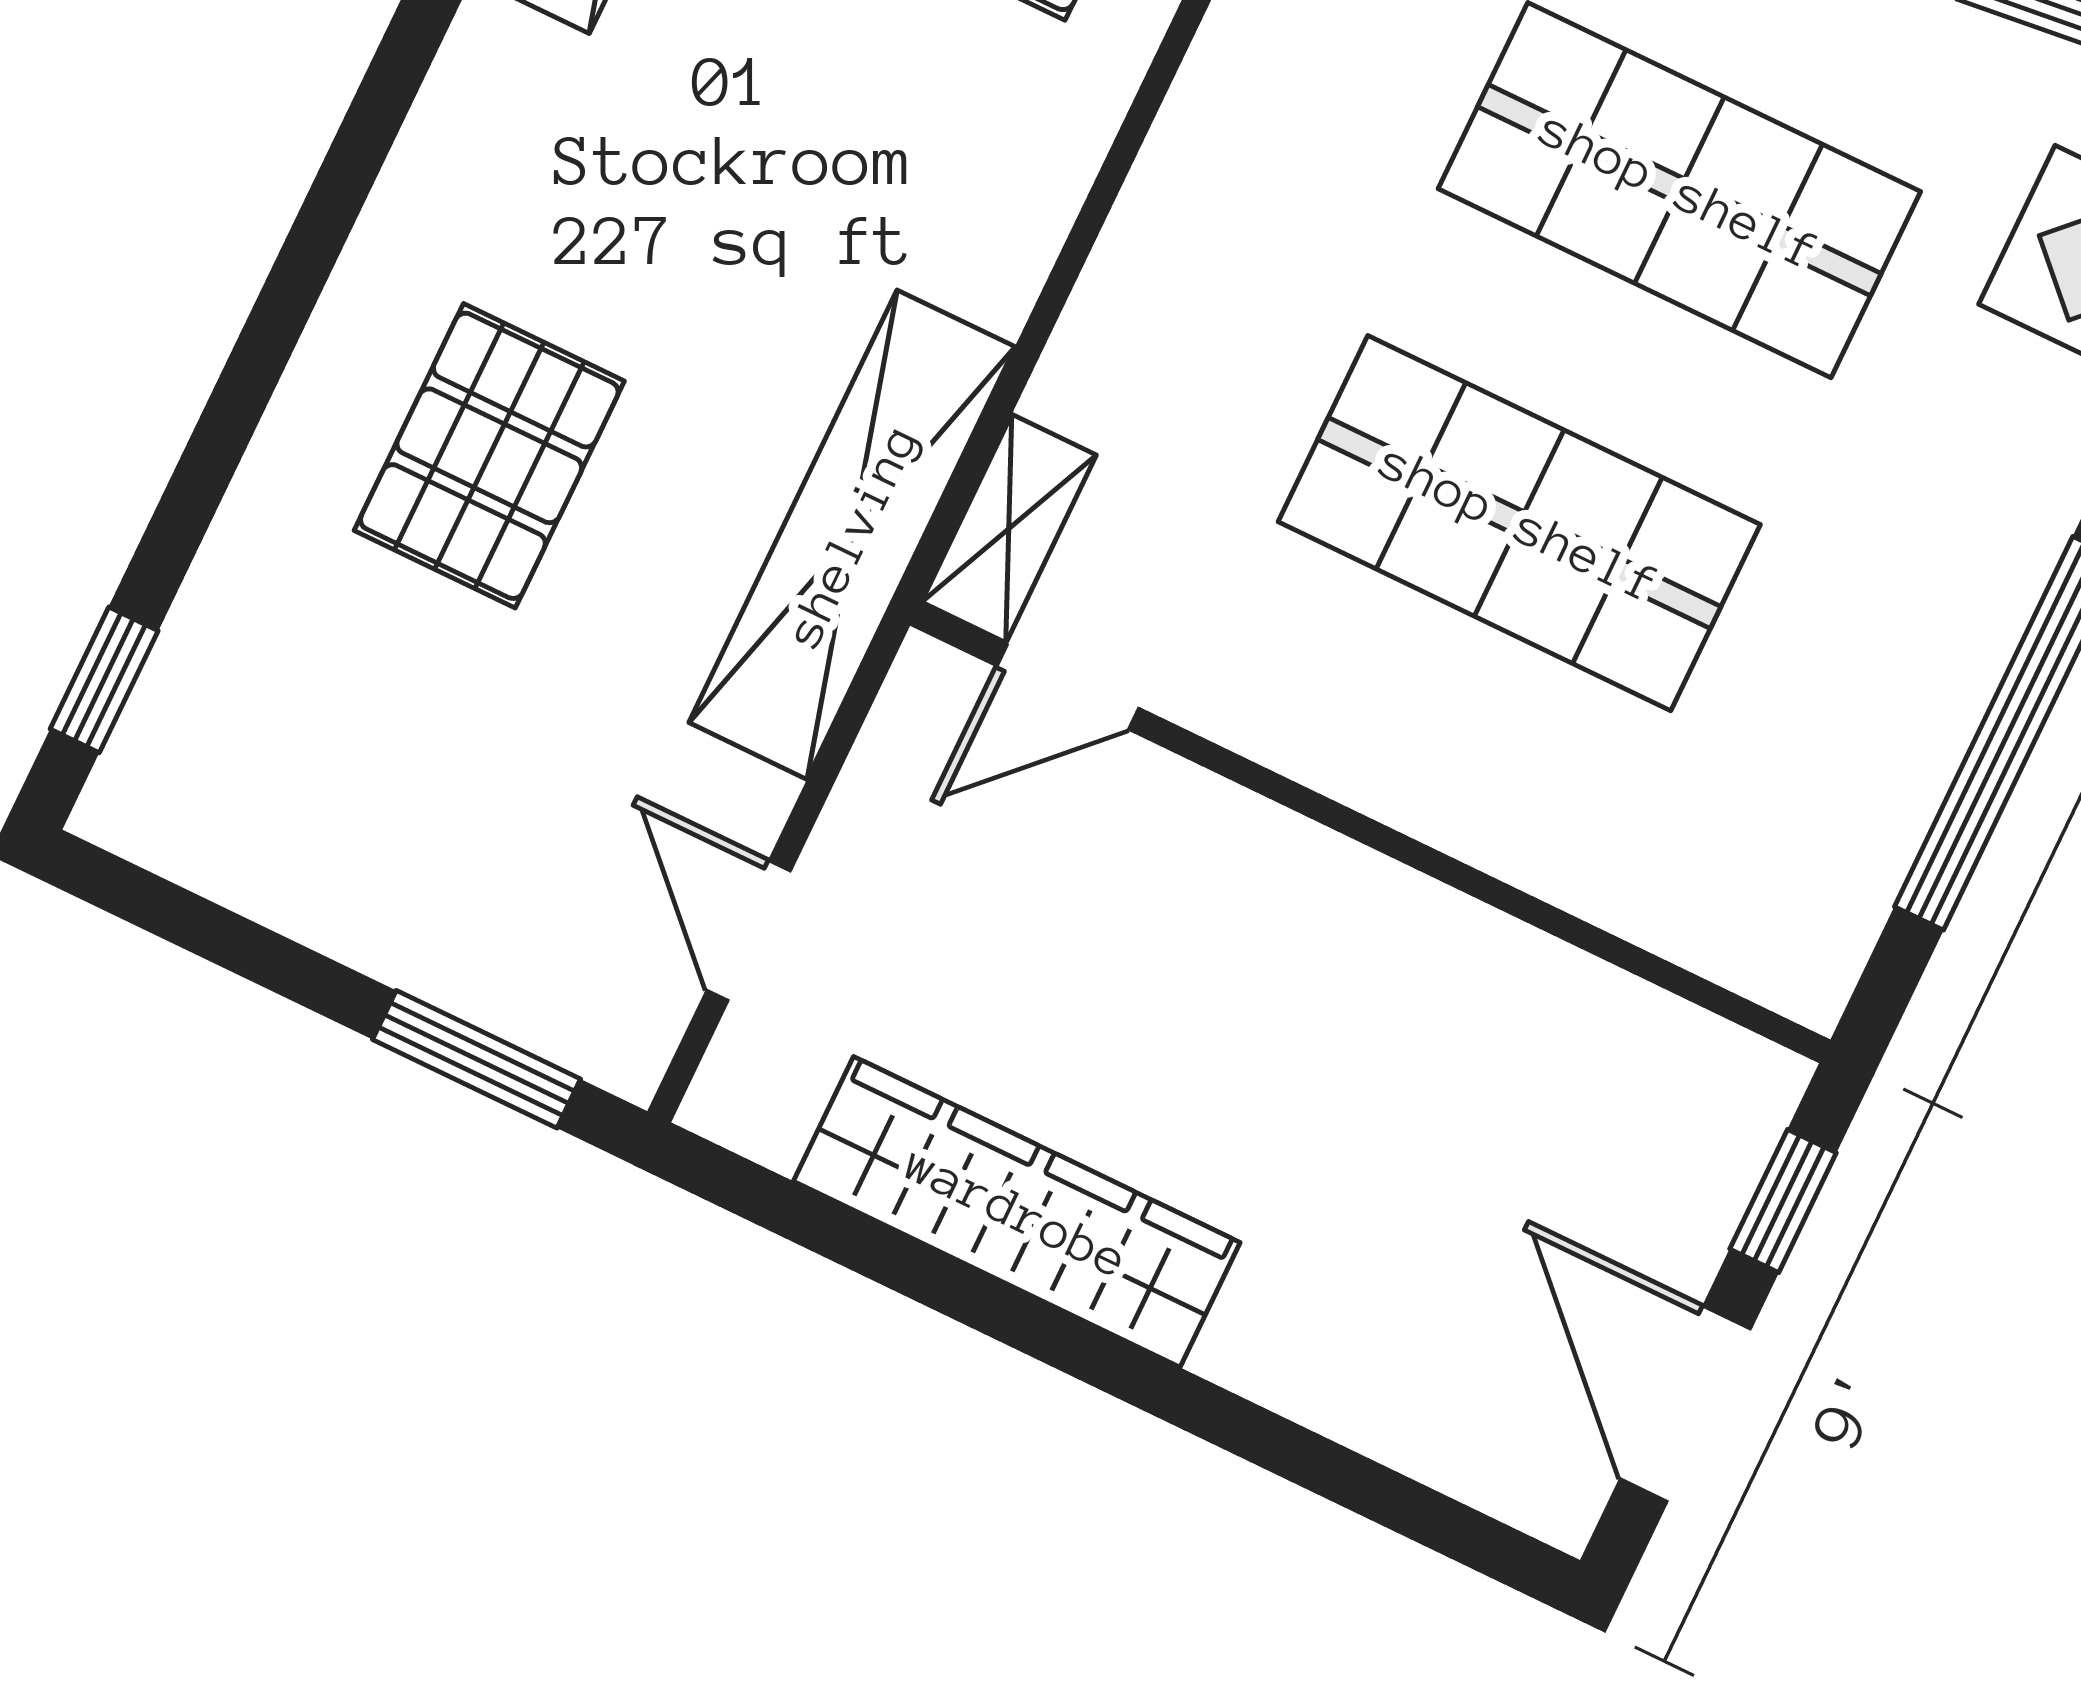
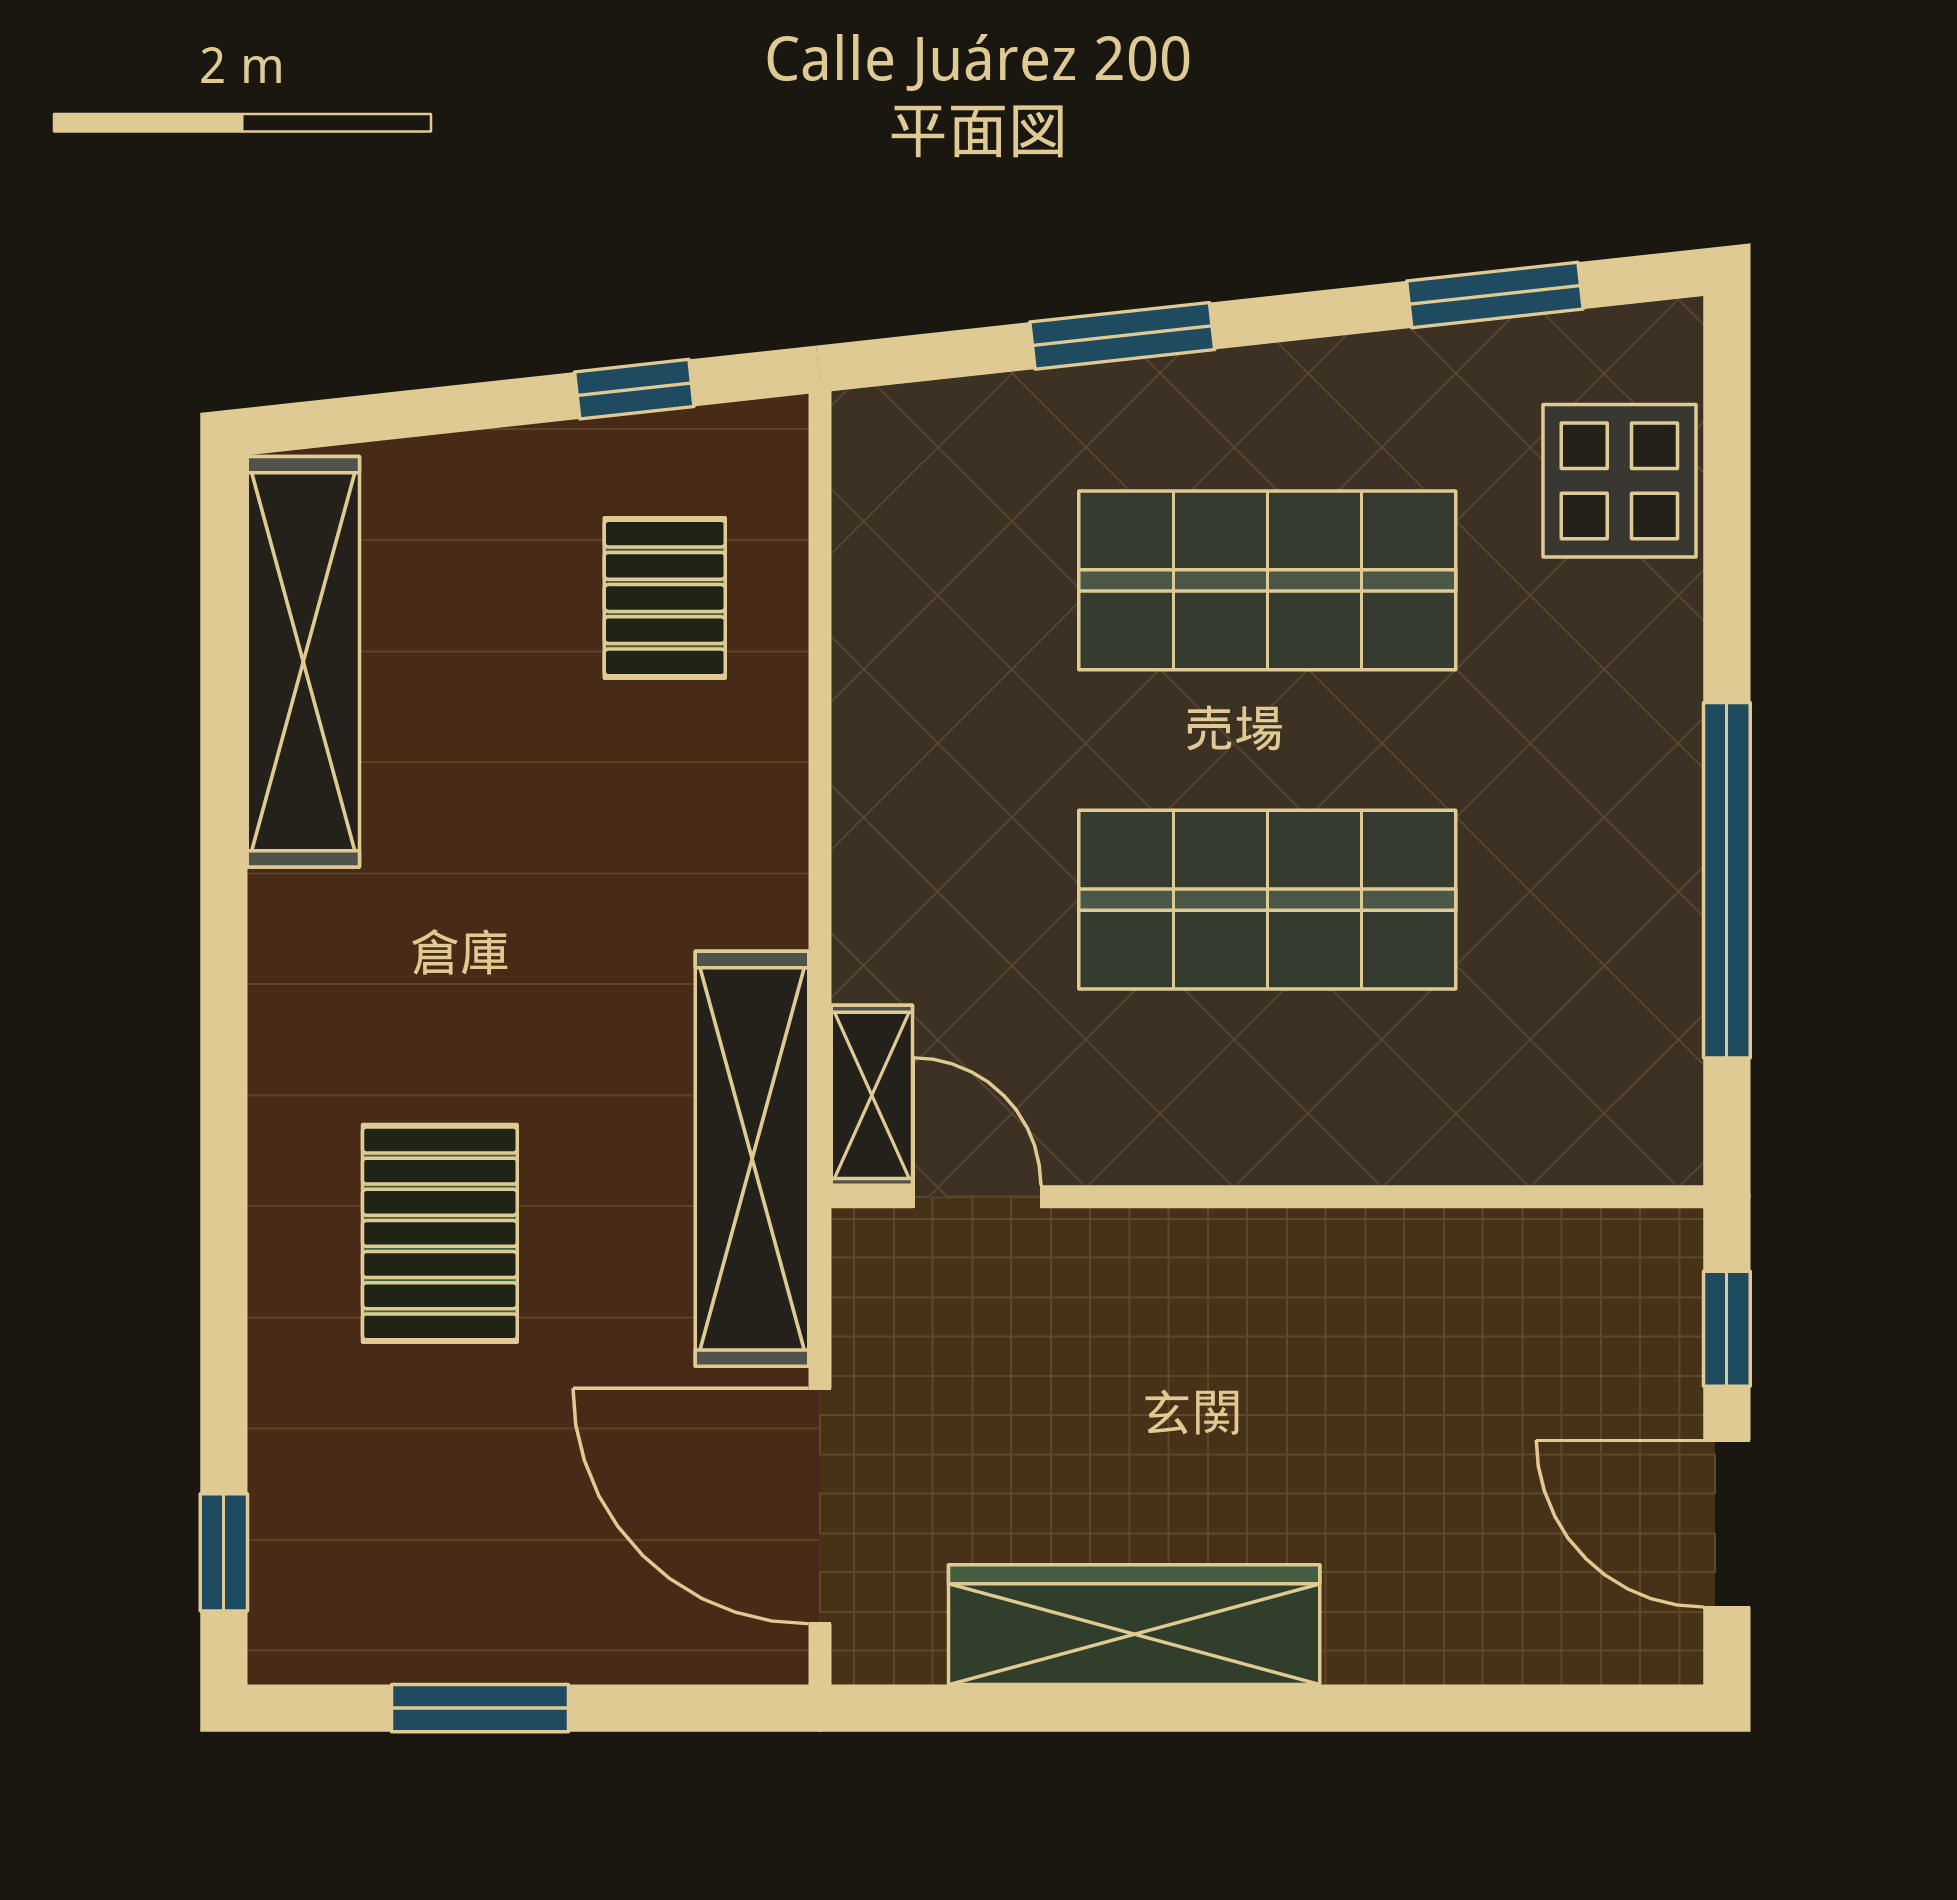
door: (1068, 687) -> (977, 1197), swing flipped
door: (749, 931) -> (820, 1506), width x1.88
window: (477, 1059) -> (480, 1708), moved

